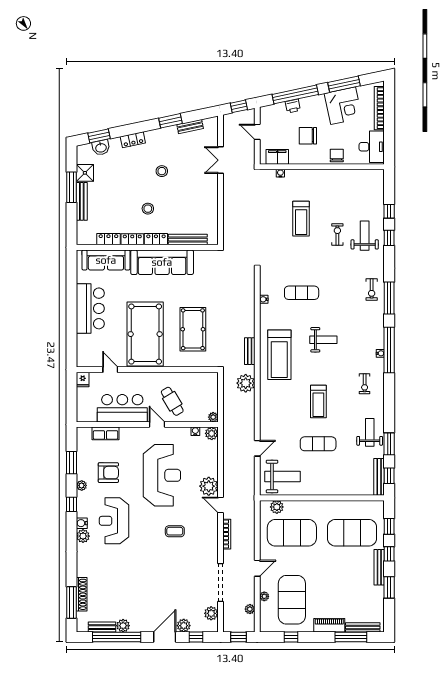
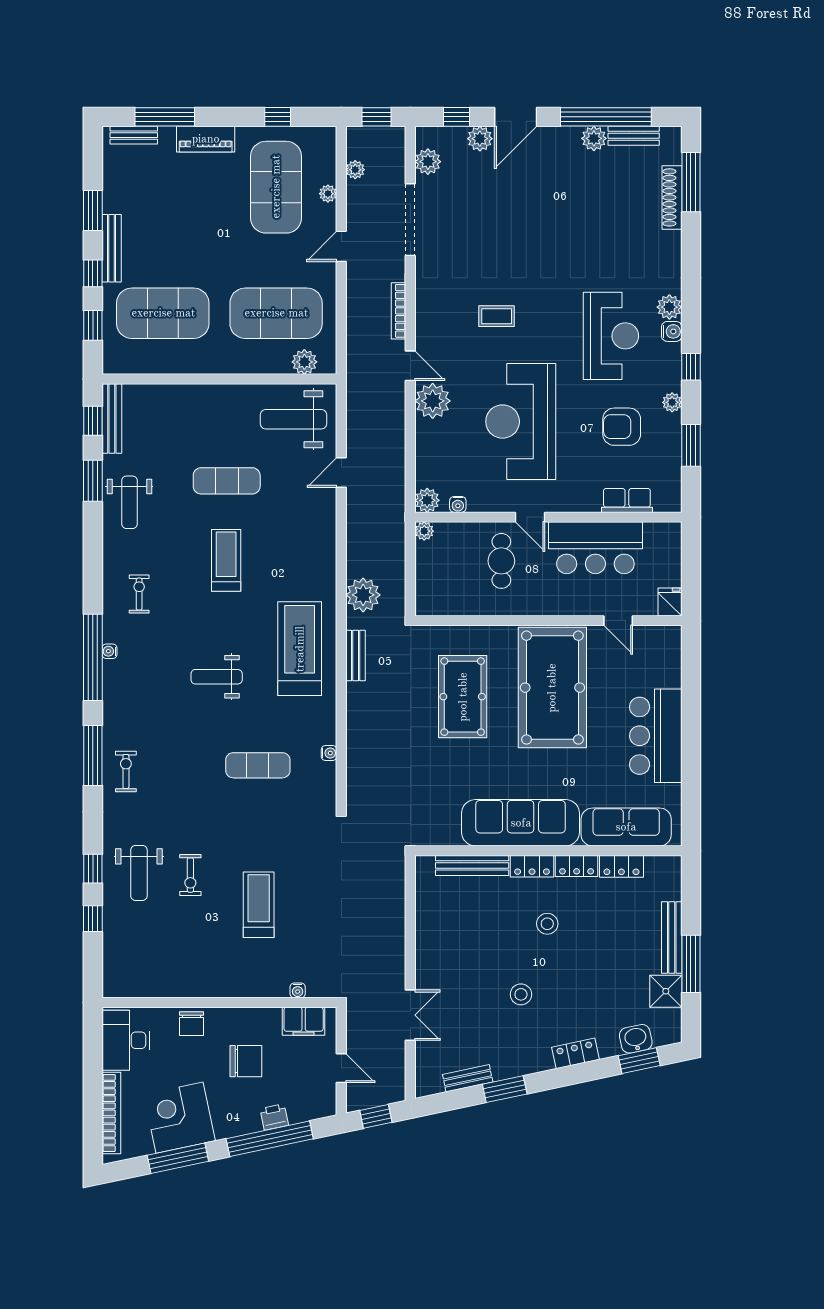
cafe table: (172, 401) -> (501, 561), turned 31
bench: (363, 627) -> (134, 135), width x0.73

